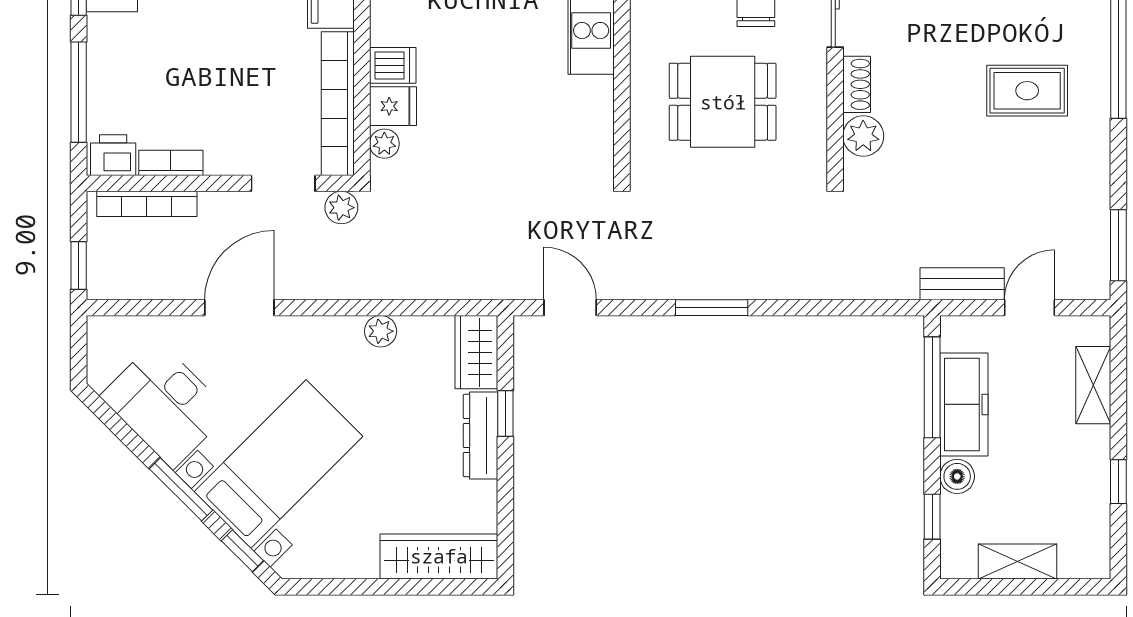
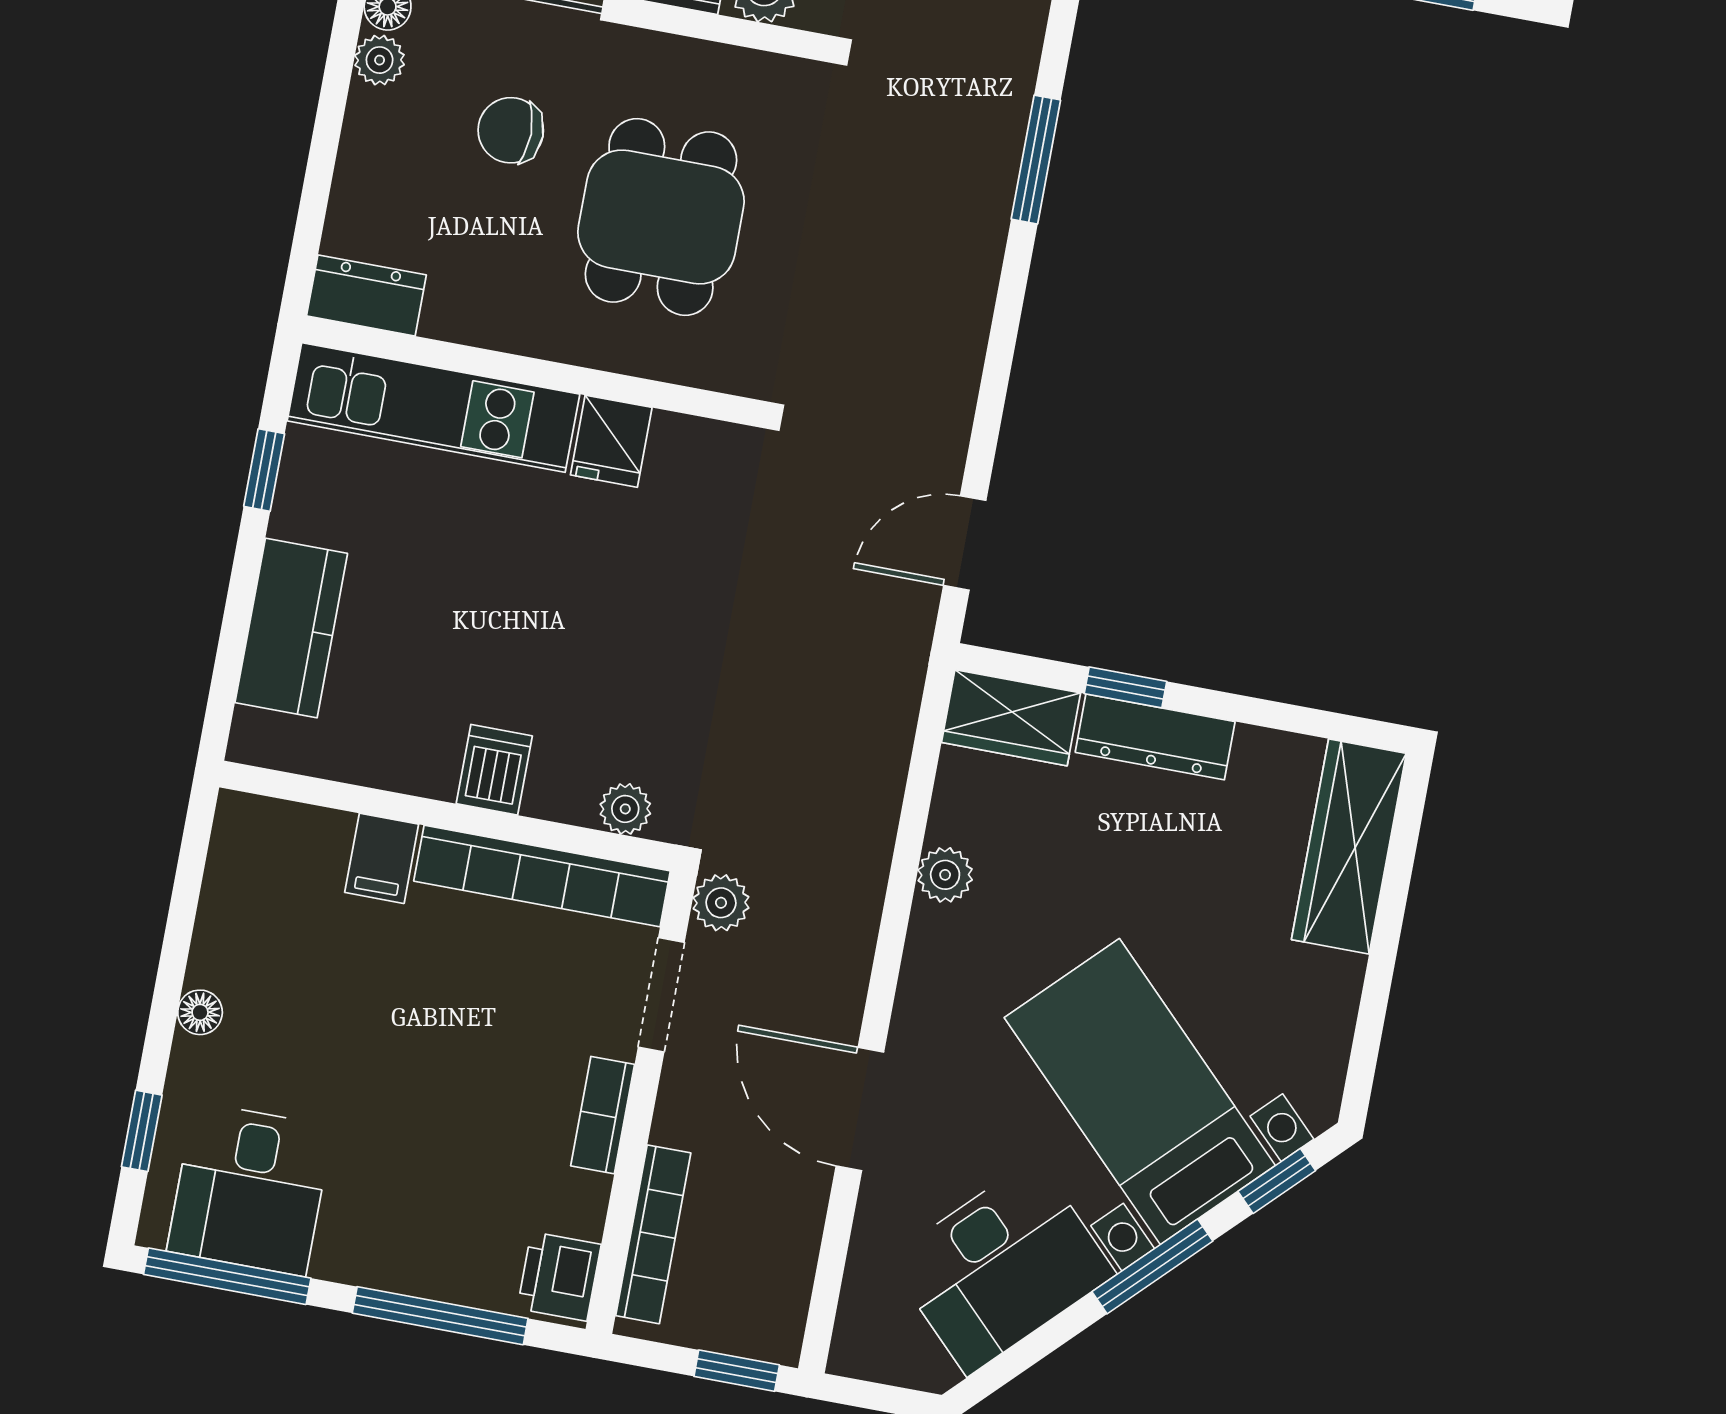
fridge: (393, 106) -> (611, 441), moved, turned 180
bookcase: (171, 163) -> (603, 1115), moved
window: (712, 308) -> (1036, 160), moved

